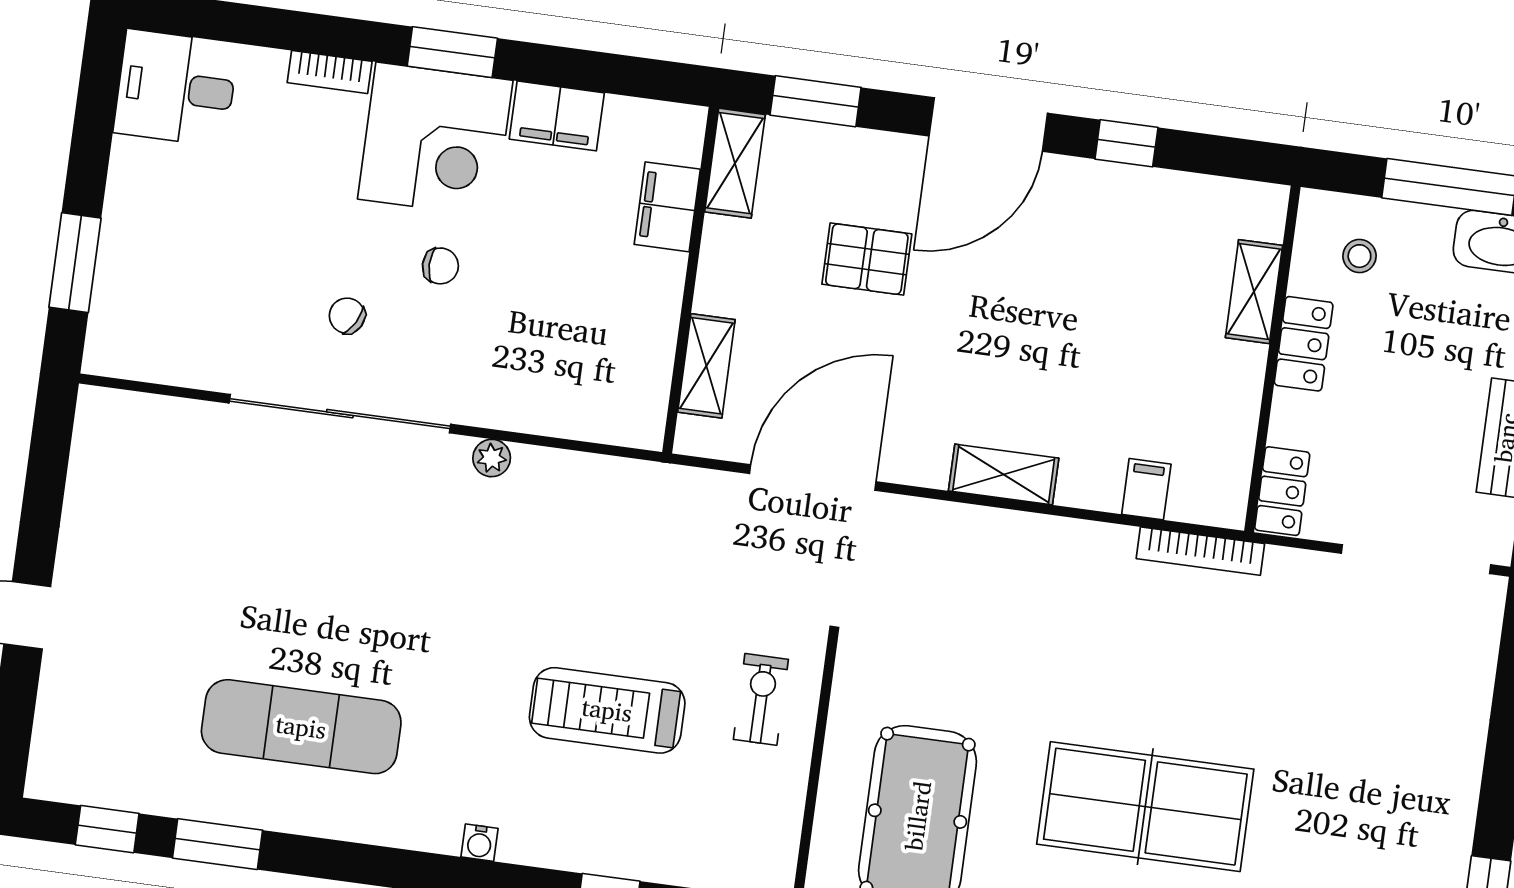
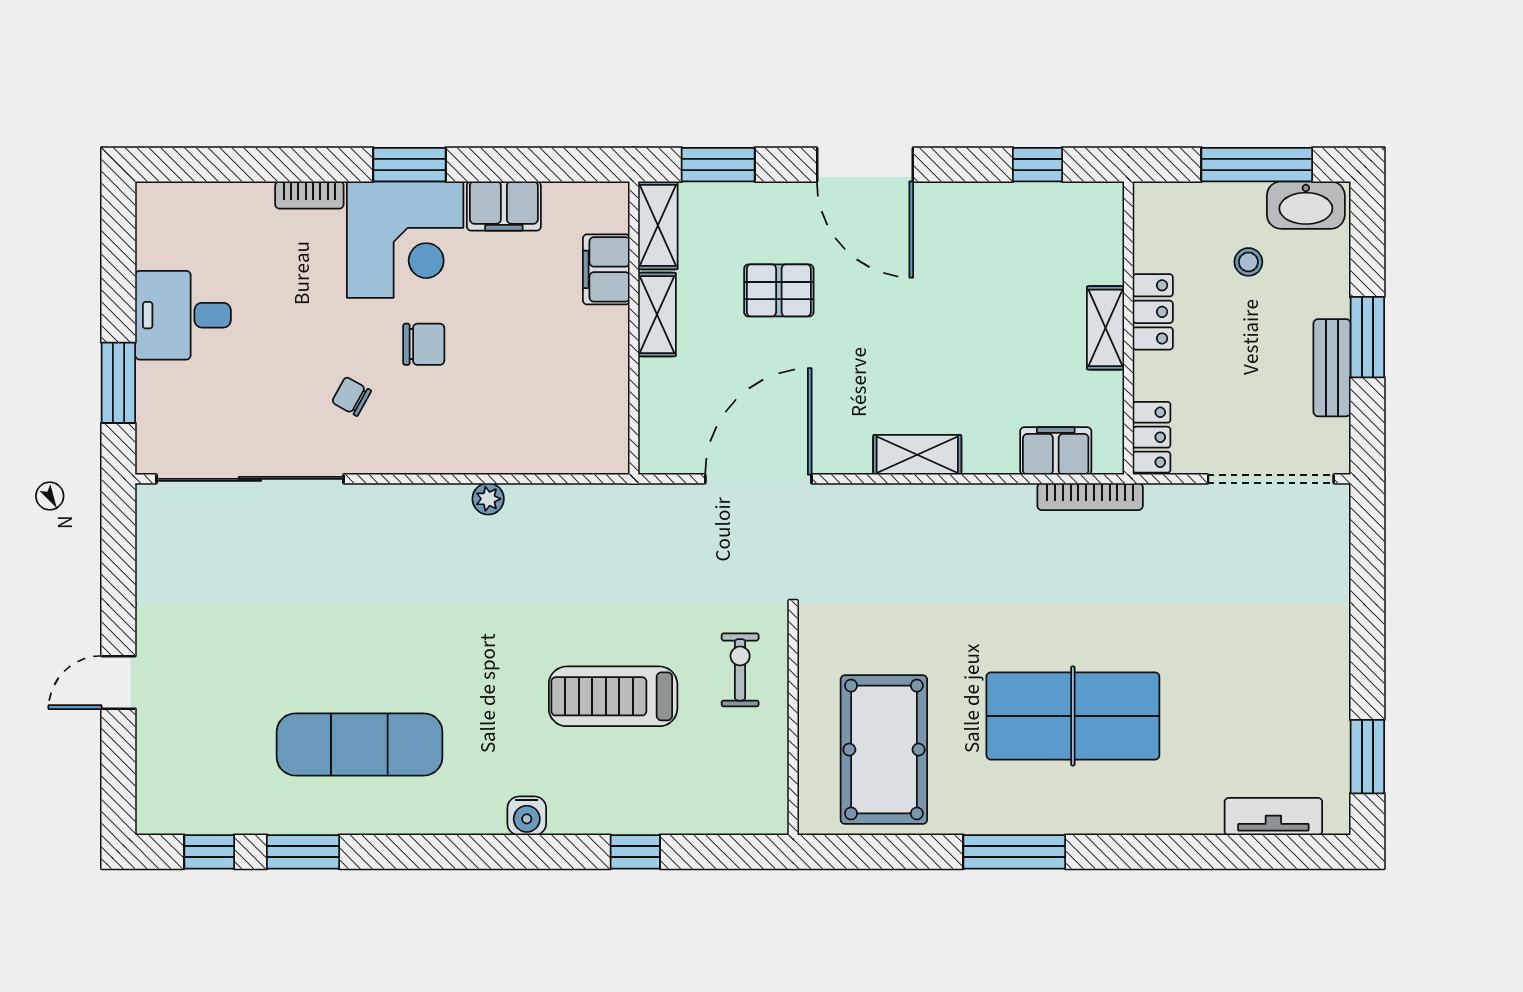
desk: (176, 88) -> (183, 315), moved
door: (988, 125) -> (865, 165), hinge flipped
window: (1126, 143) -> (1038, 165), moved
stool: (1359, 256) -> (1248, 262), moved
chair: (440, 266) -> (424, 344), width x1.37, depth x1.37
shelving: (1254, 292) -> (1105, 328), moved
shelving: (706, 366) -> (657, 315), moved
sliding door: (340, 414) -> (250, 479), moved
filing cabinet: (1146, 489) -> (1056, 451), width x2.00
water cooler: (479, 843) -> (527, 816), width x1.38, depth x1.38

